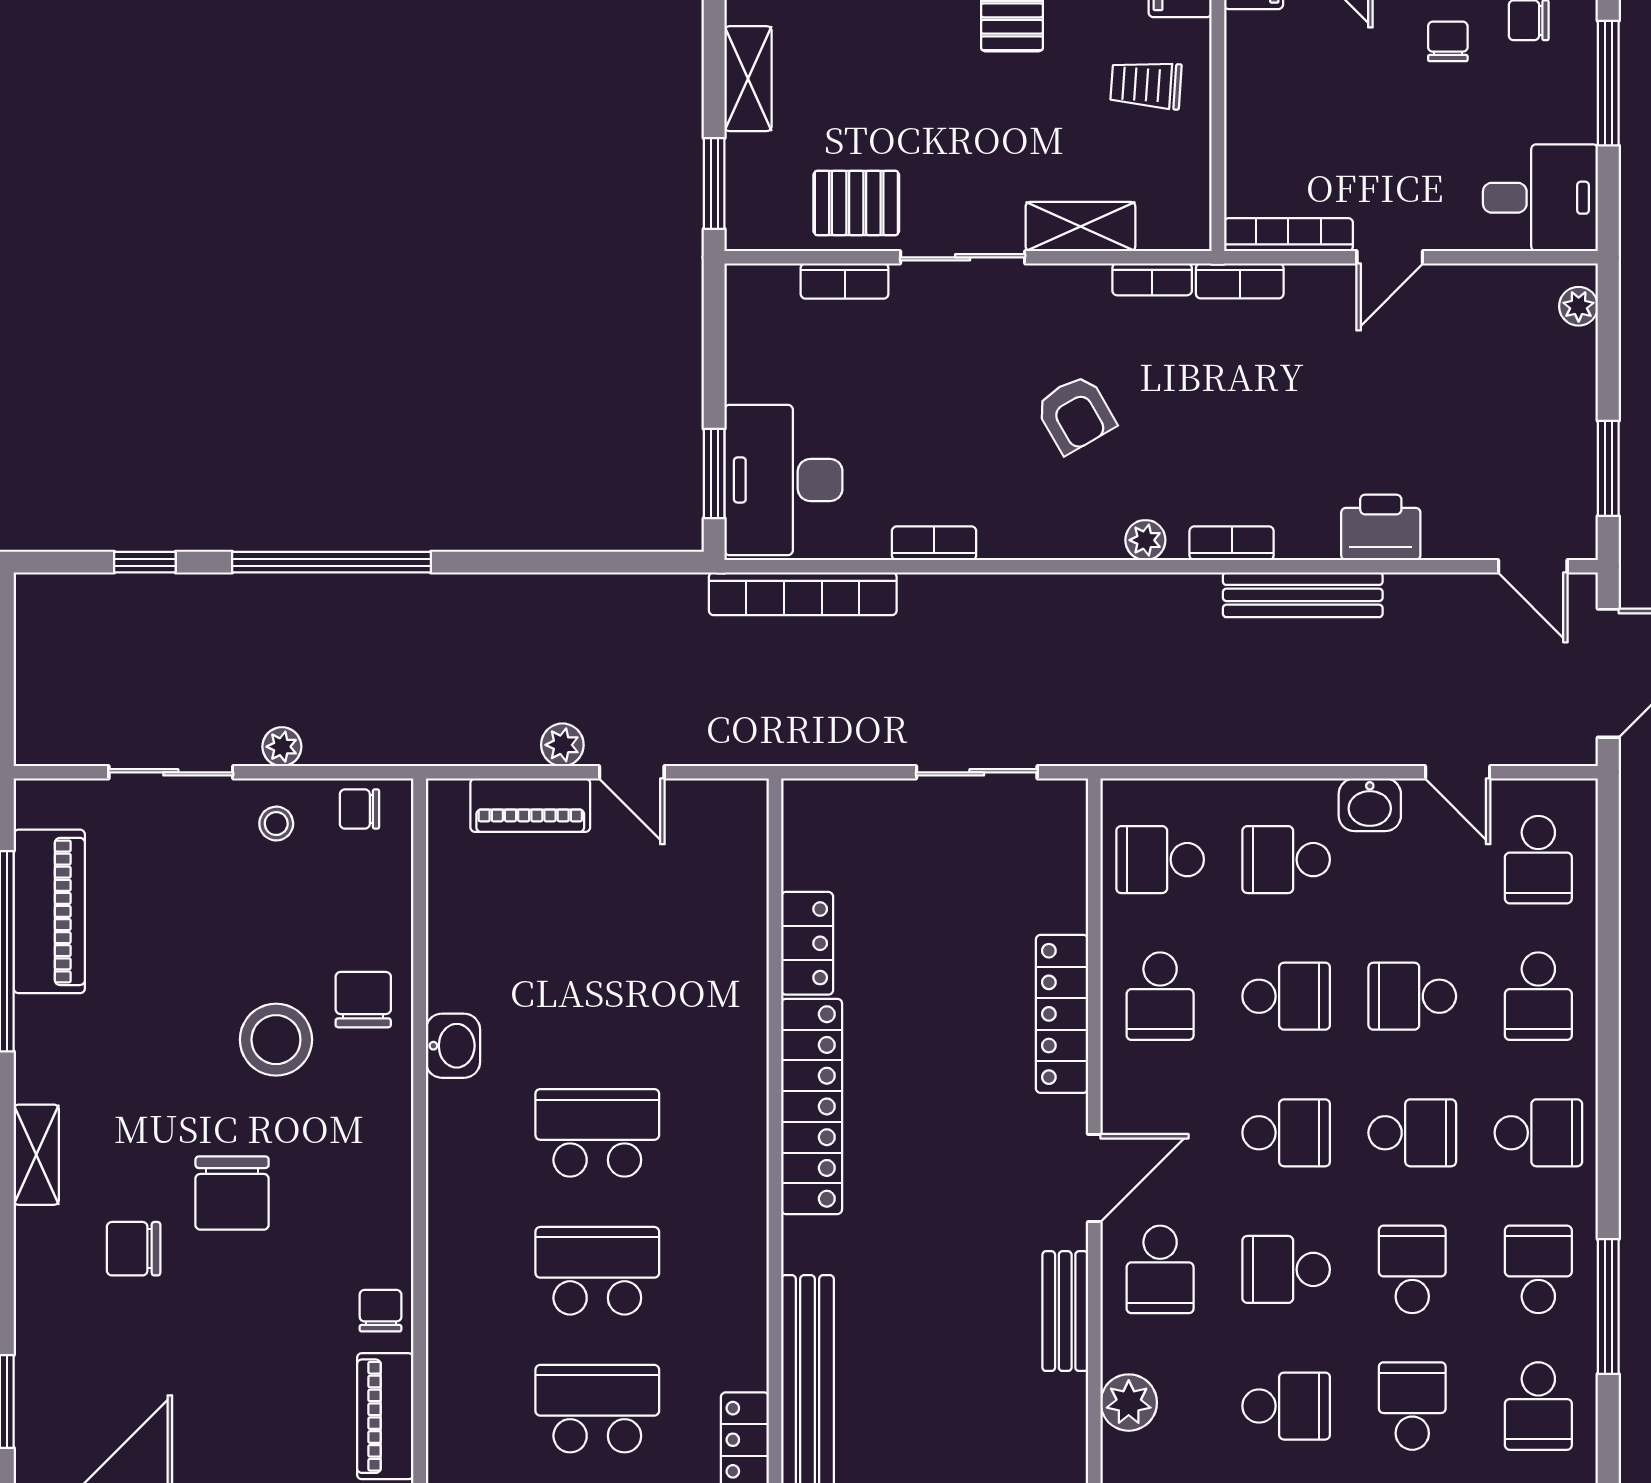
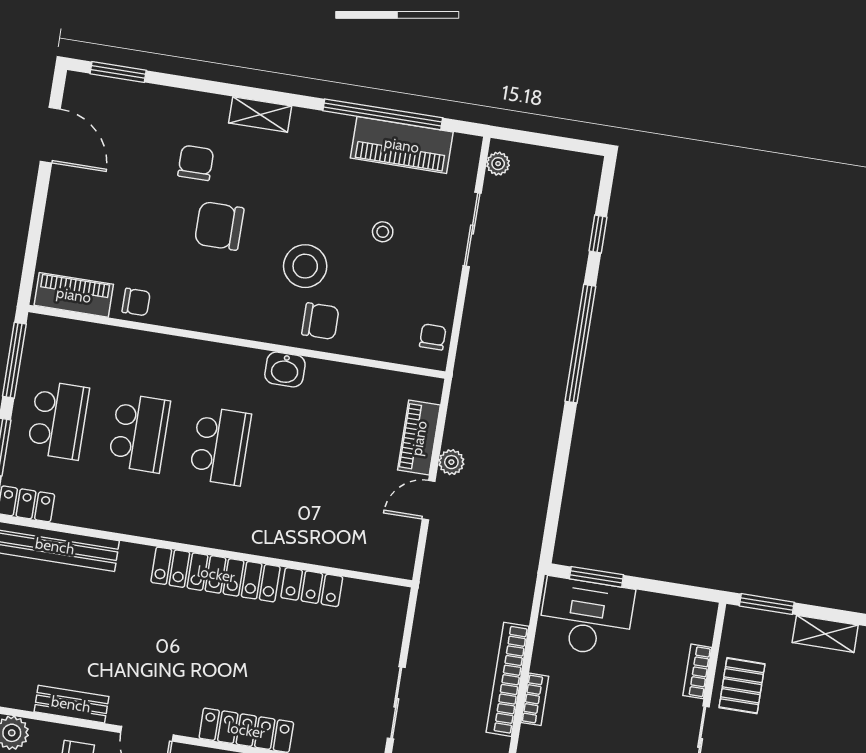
bookcase: (803, 594) -> (508, 679), moved
plant: (282, 747) -> (498, 164), moved
stool: (276, 824) -> (383, 232), moved

